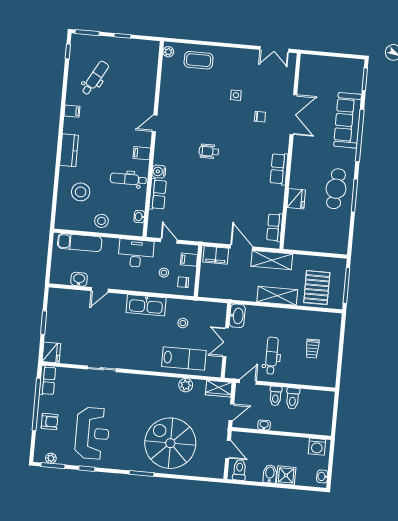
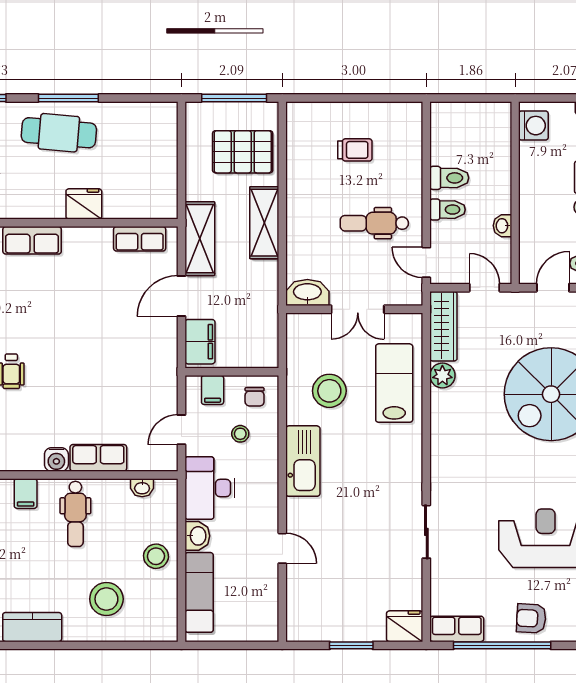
washbasin: (79, 279) -> (197, 536), moved, turned 180
stool: (183, 323) -> (329, 391), width x1.89, depth x1.89
wardrobe: (219, 389) -> (443, 326), width x1.50
armchair: (50, 422) -> (531, 618), turned -87

